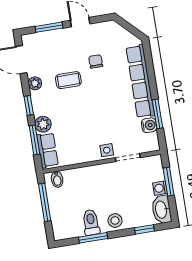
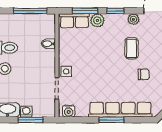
window: (157, 114) -> (112, 120), moved
water cooler: (149, 125) -> (69, 111), moved
bidet: (57, 179) -> (48, 44), moved

